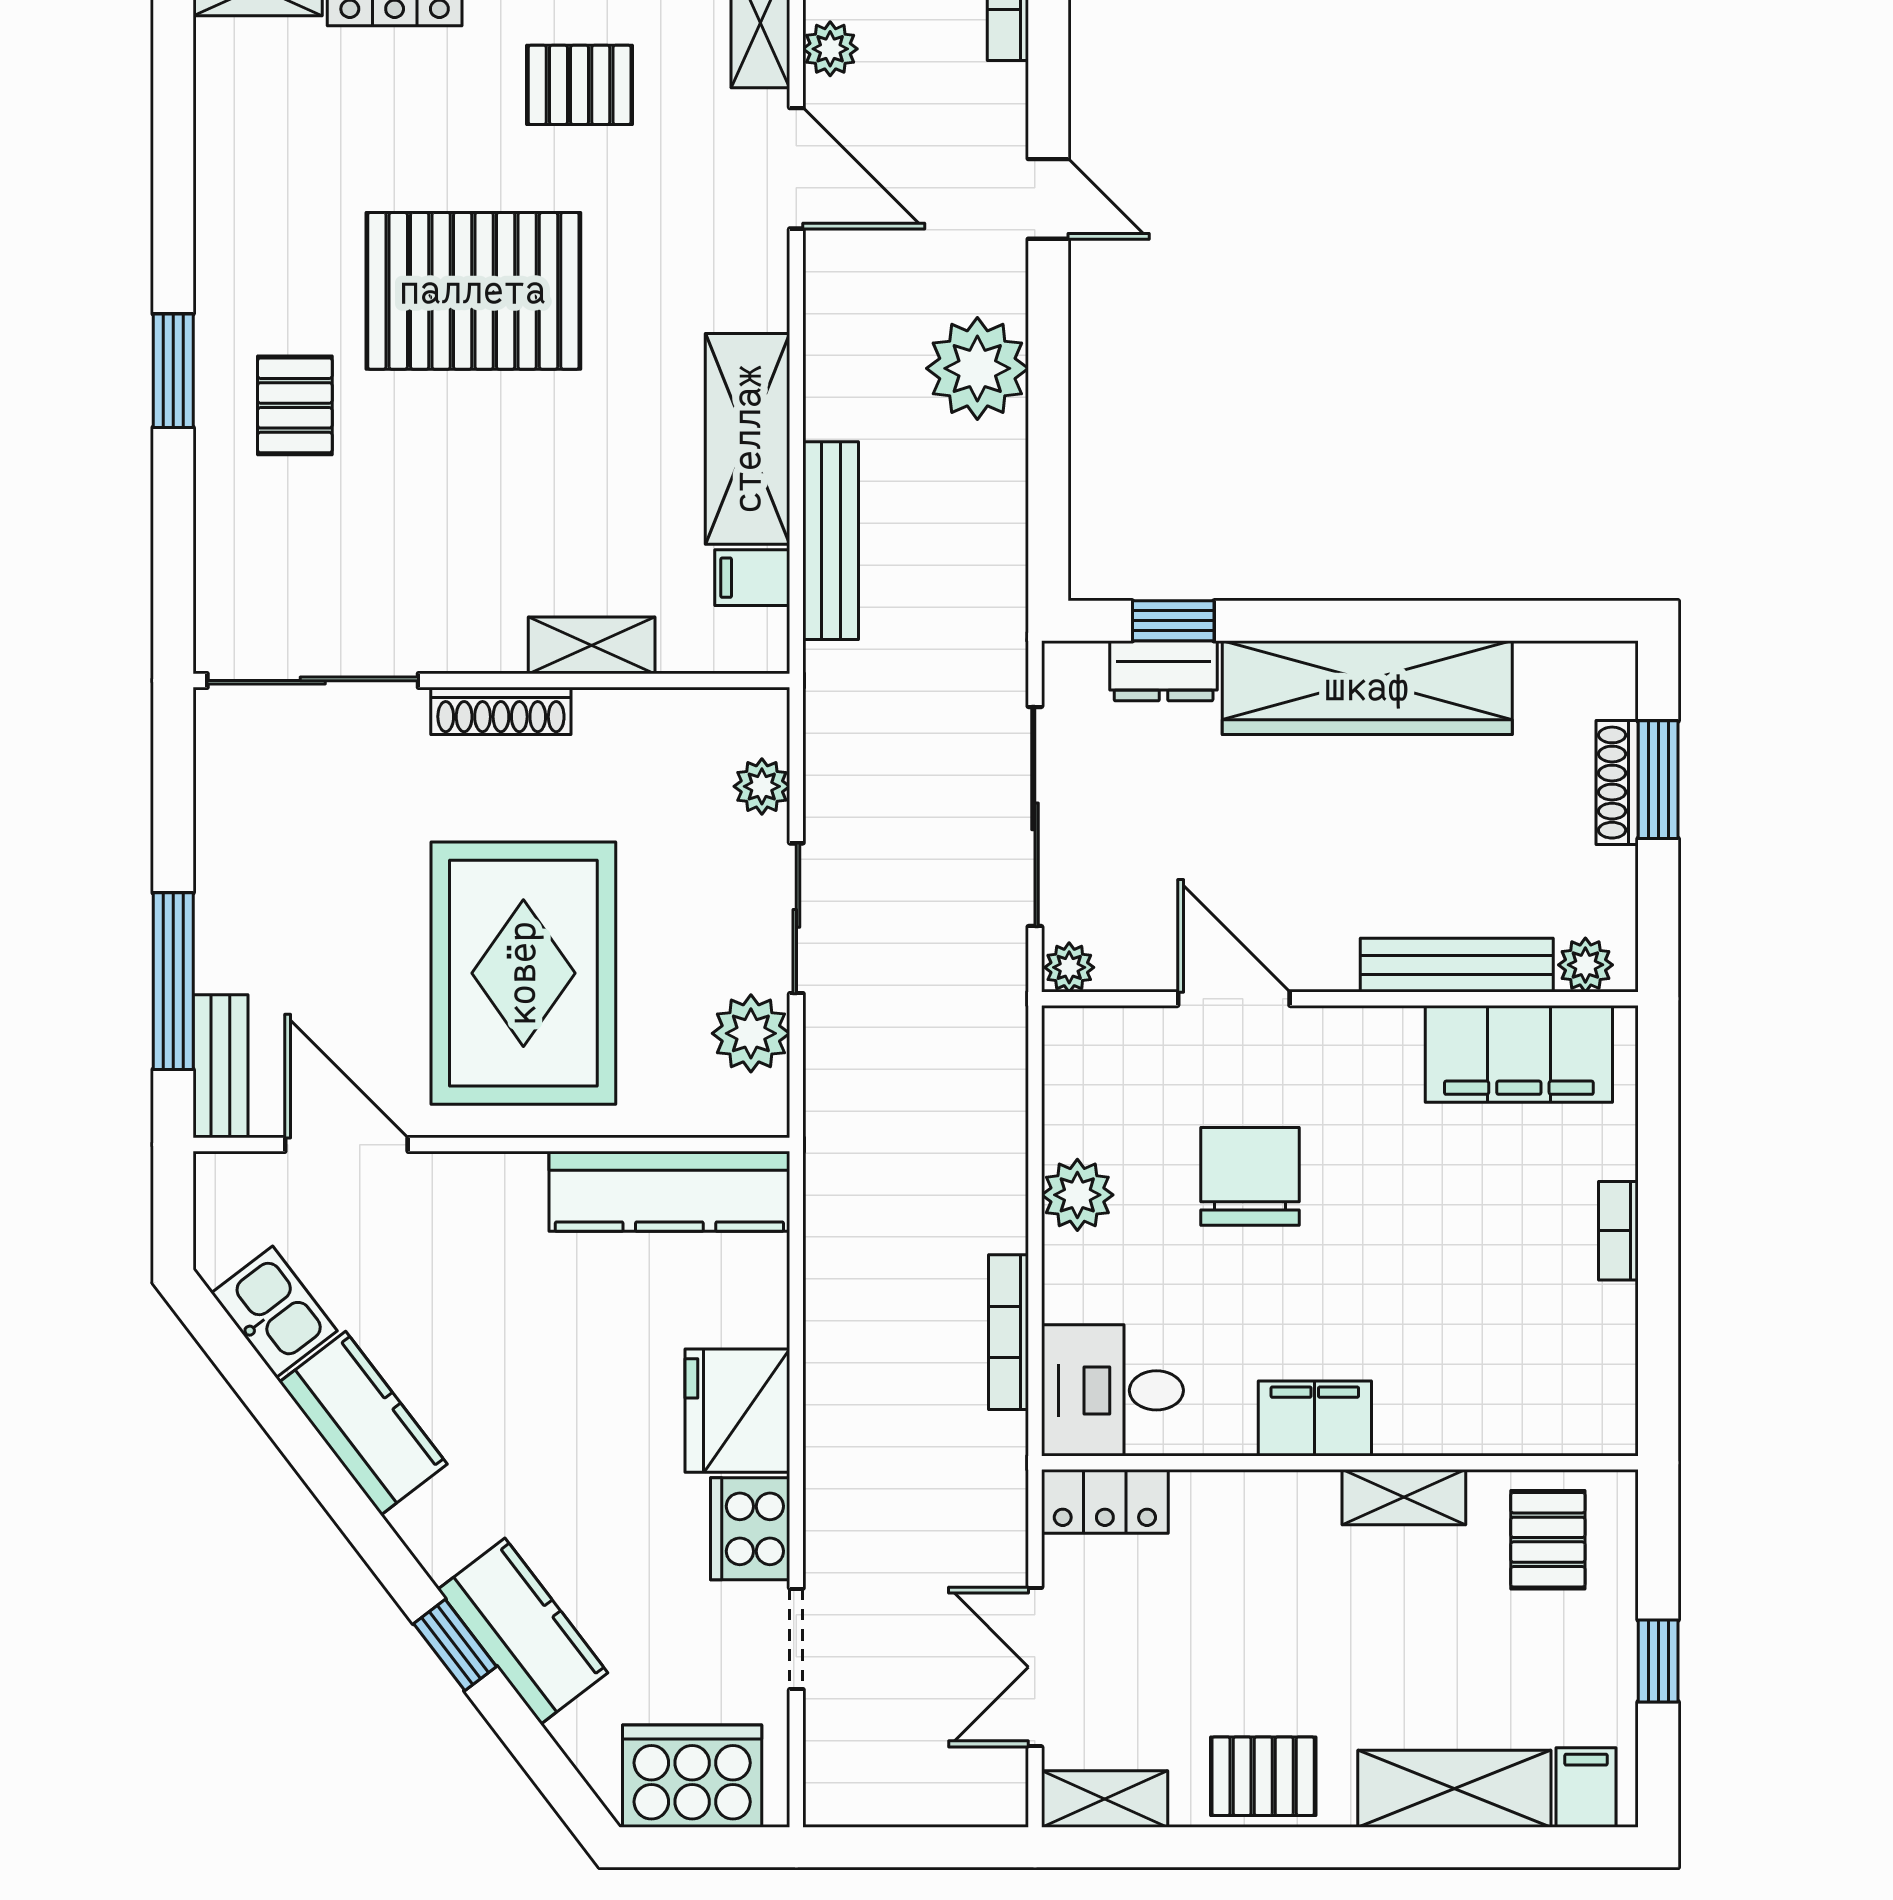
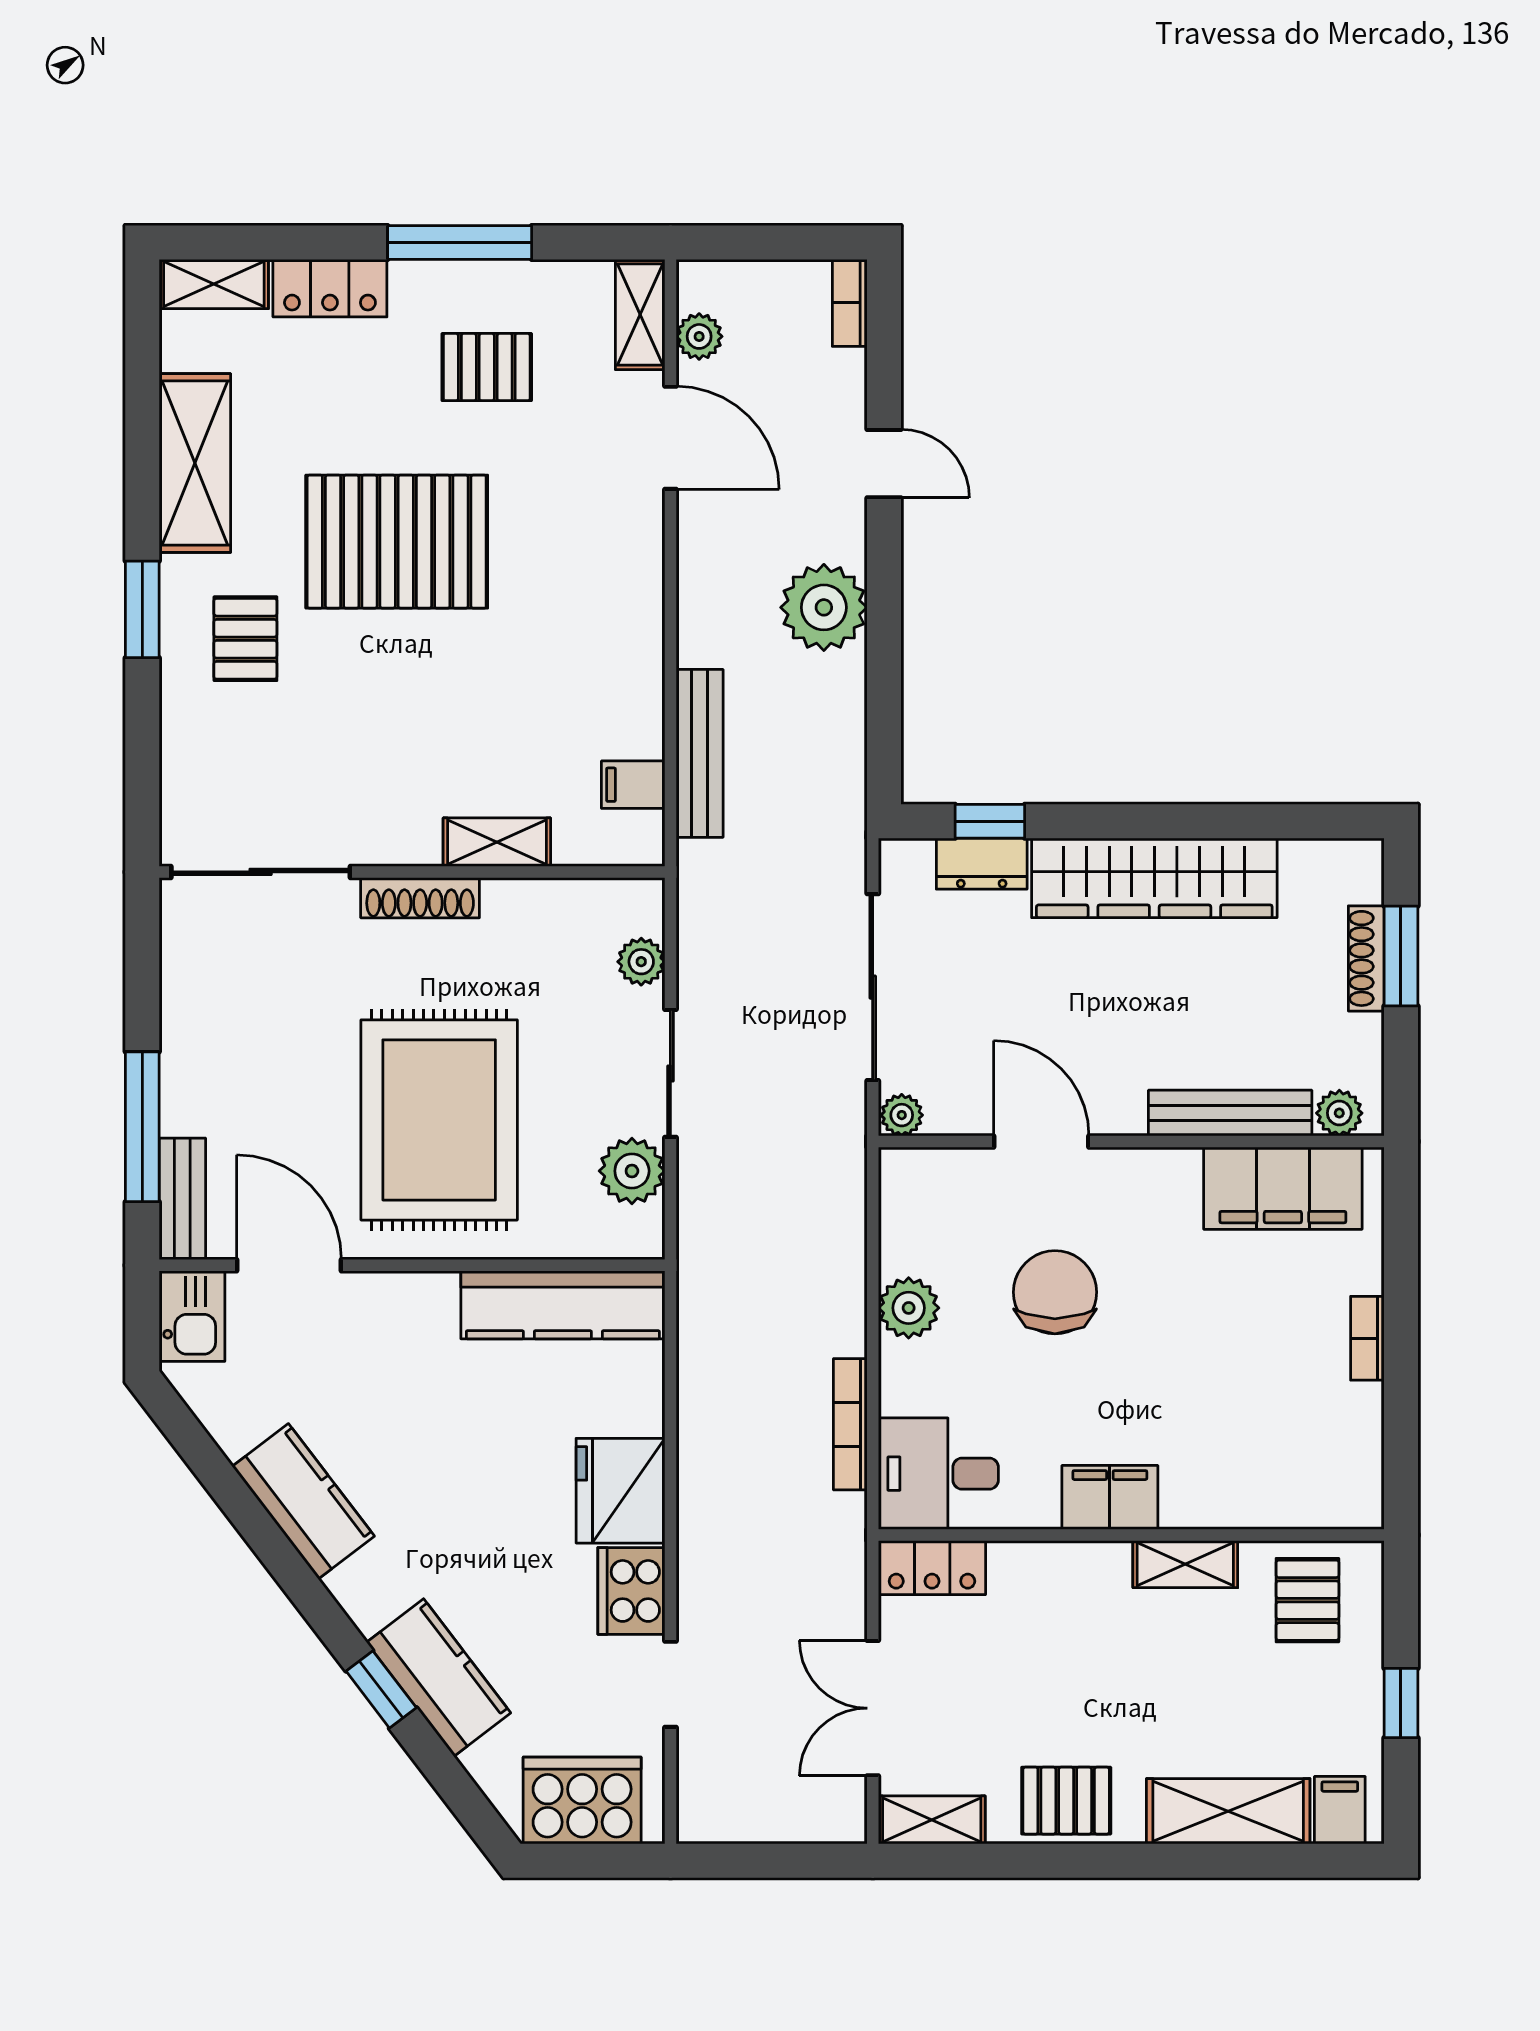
shelving: (748, 439) -> (195, 463), moved
kitchen sink: (274, 1312) -> (192, 1316), moved, turned 37

